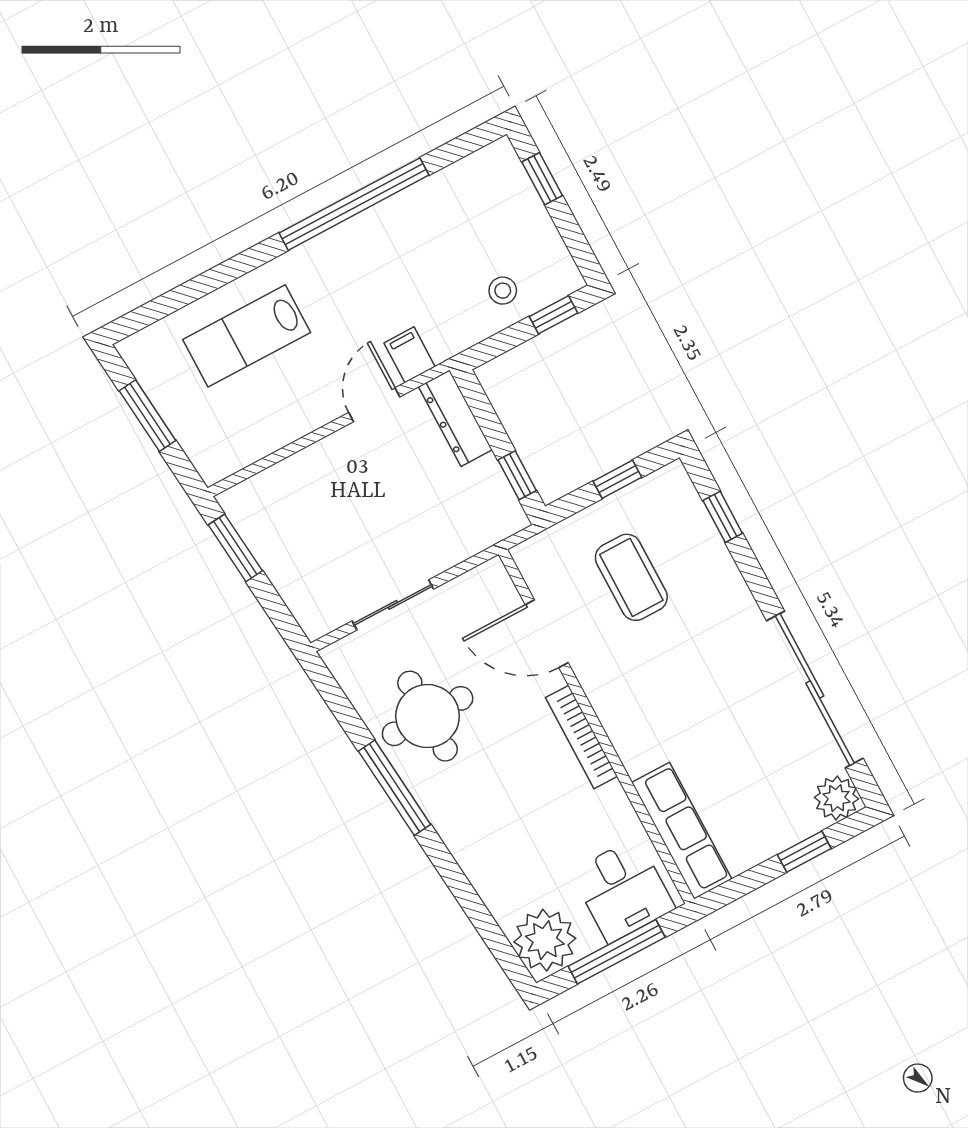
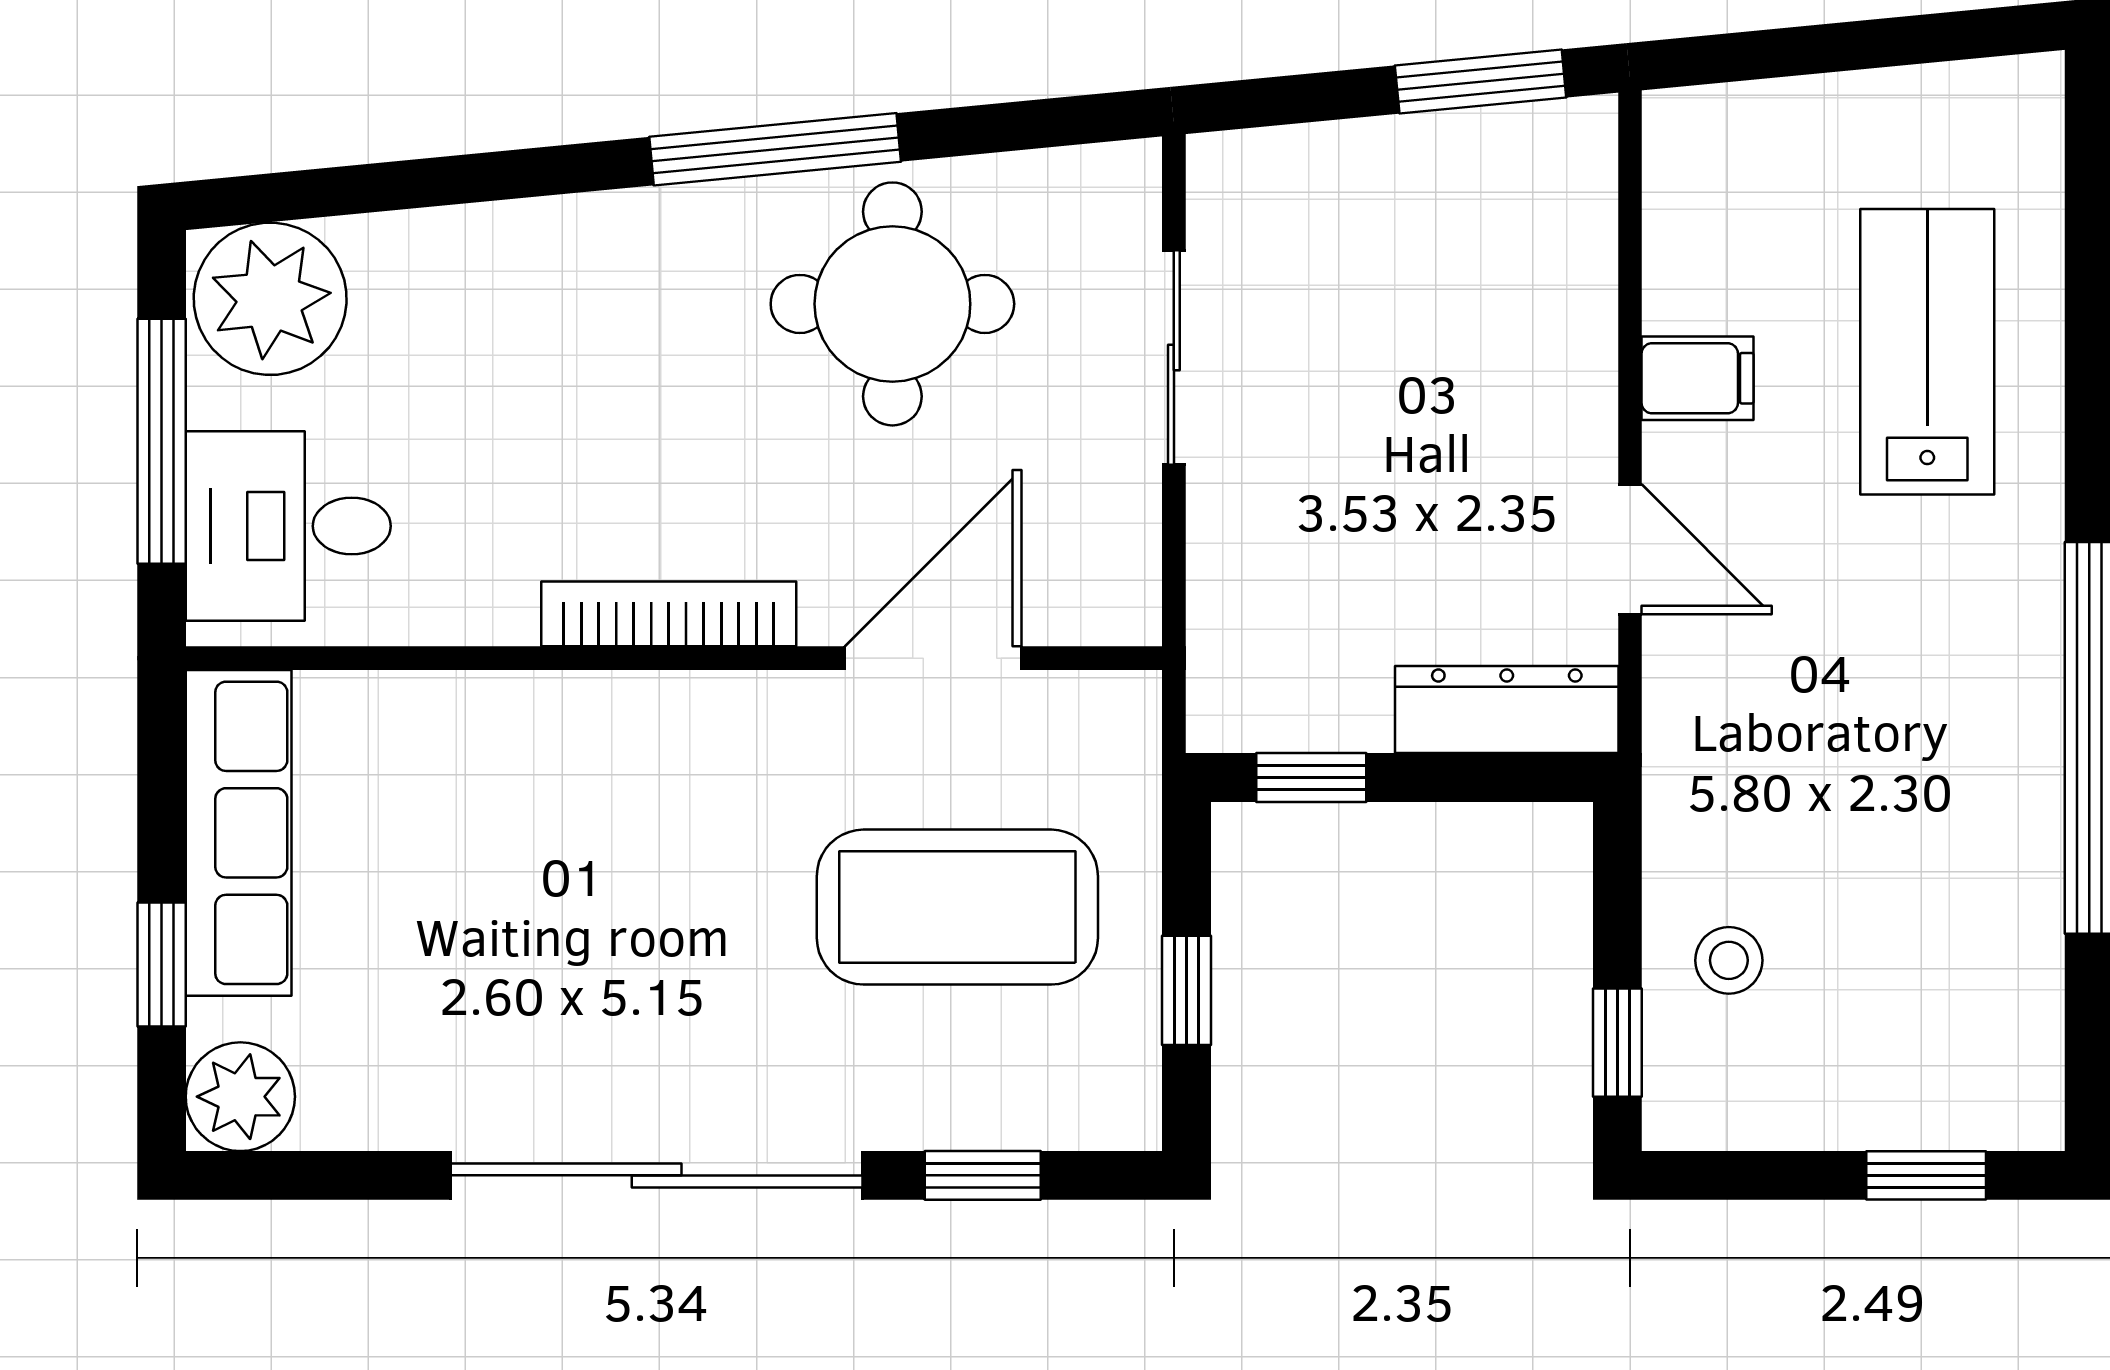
filing cabinet: (410, 355) -> (1698, 378), moved
window: (147, 416) -> (1869, 44), removed
coffee table: (631, 577) -> (957, 907), width x1.36, depth x1.32
sliding door: (815, 690) -> (657, 1175), moved
row of seats: (682, 831) -> (239, 833), moved, turned -90

